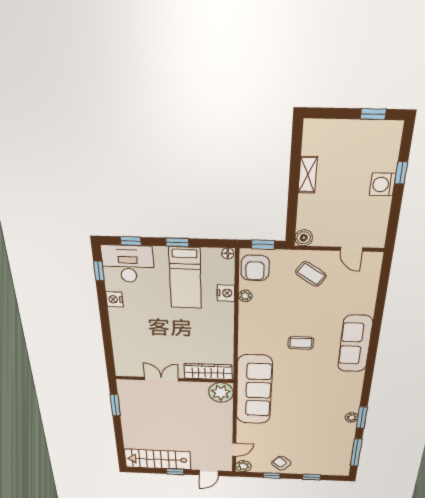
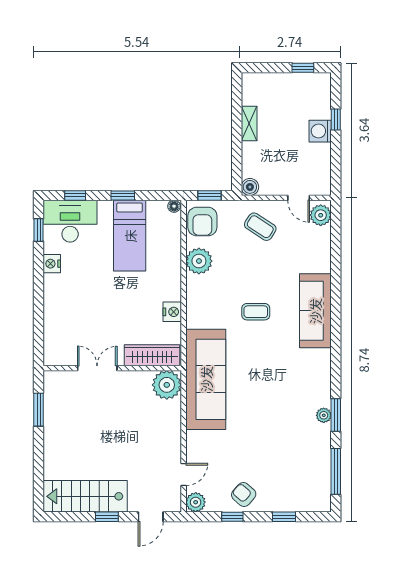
plant: (371, 265) -> (321, 215), added
nightstand: (226, 293) -> (172, 312), moved
plant: (245, 296) -> (199, 261), width x1.88, depth x1.88

